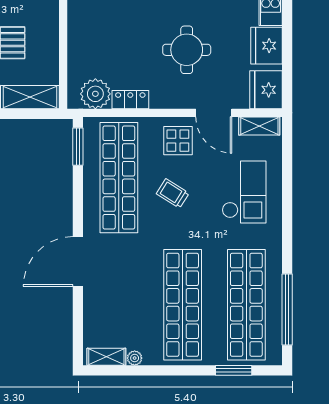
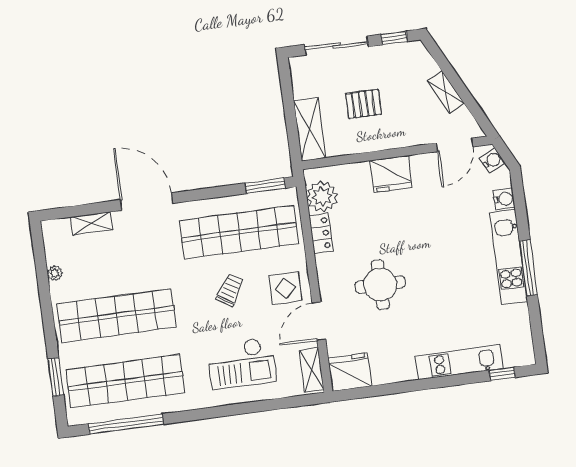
fridge: (267, 46) -> (391, 174), moved, turned 180
shelving: (106, 357) -> (92, 223), moved, turned 90

